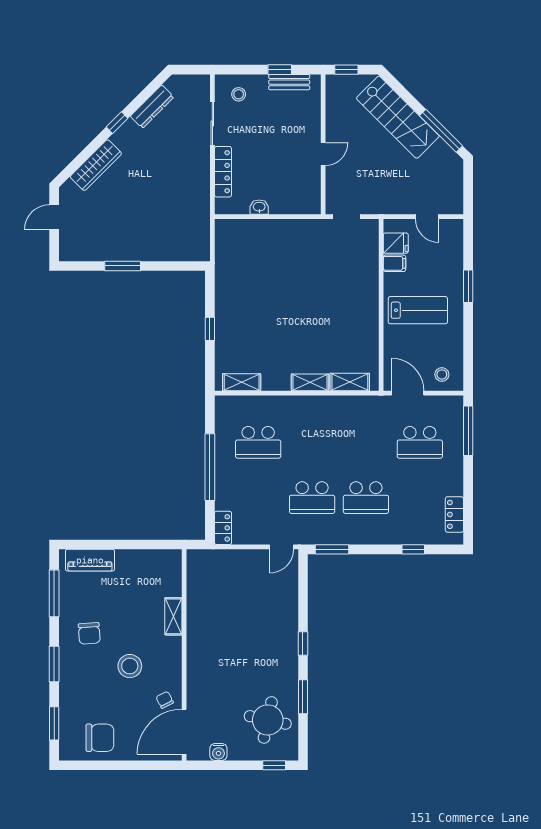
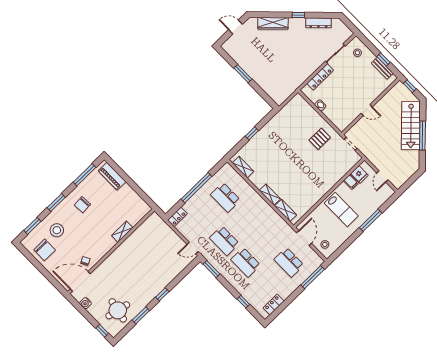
window: (441, 131) -> (423, 136), moved
pallet: (301, 249) -> (320, 139), added
window: (468, 286) -> (371, 220), width x1.44
stool: (130, 666) -> (57, 230), moved

